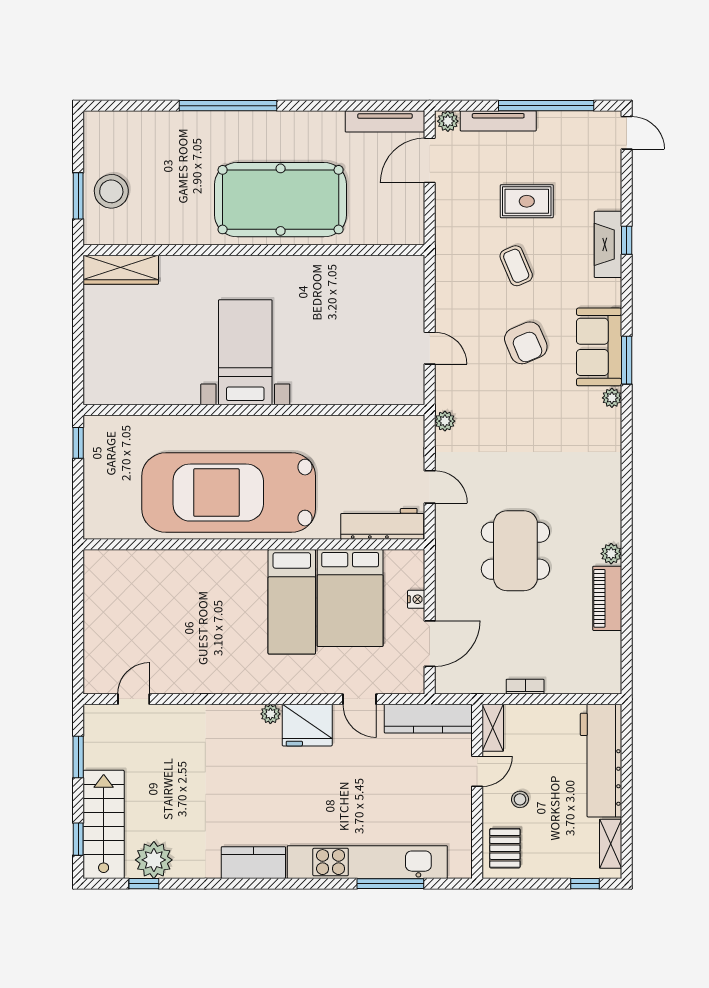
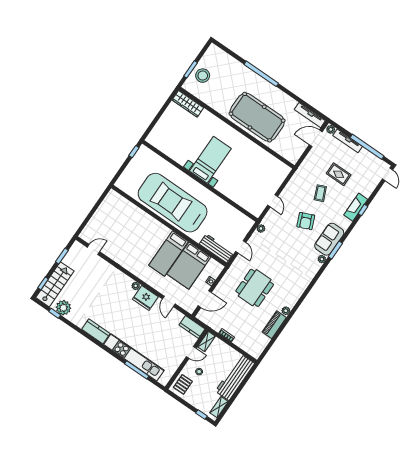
kitchen counter: (428, 719) -> (192, 327), width x0.67

